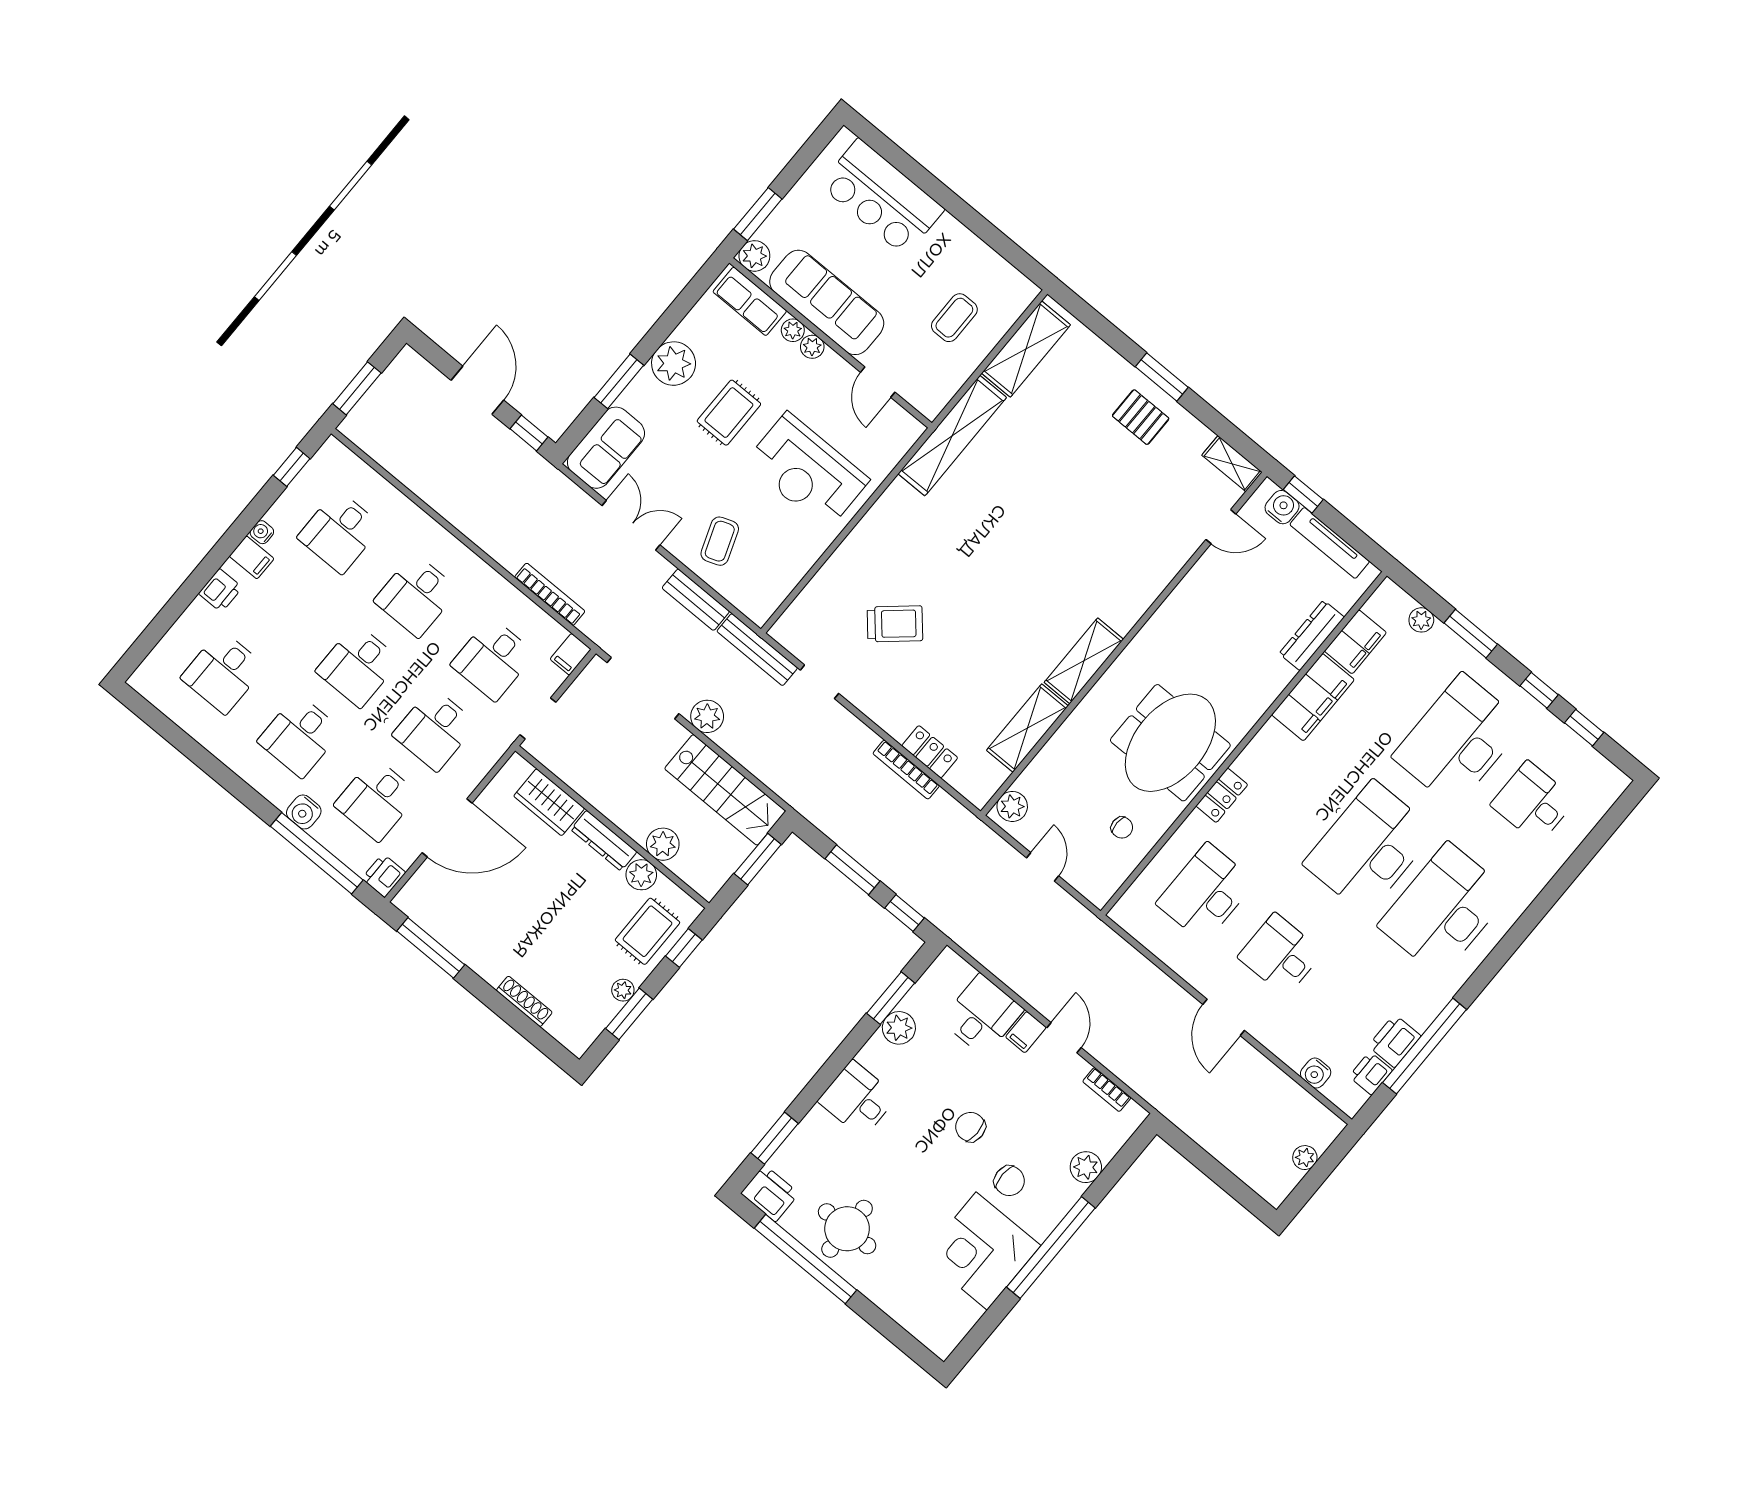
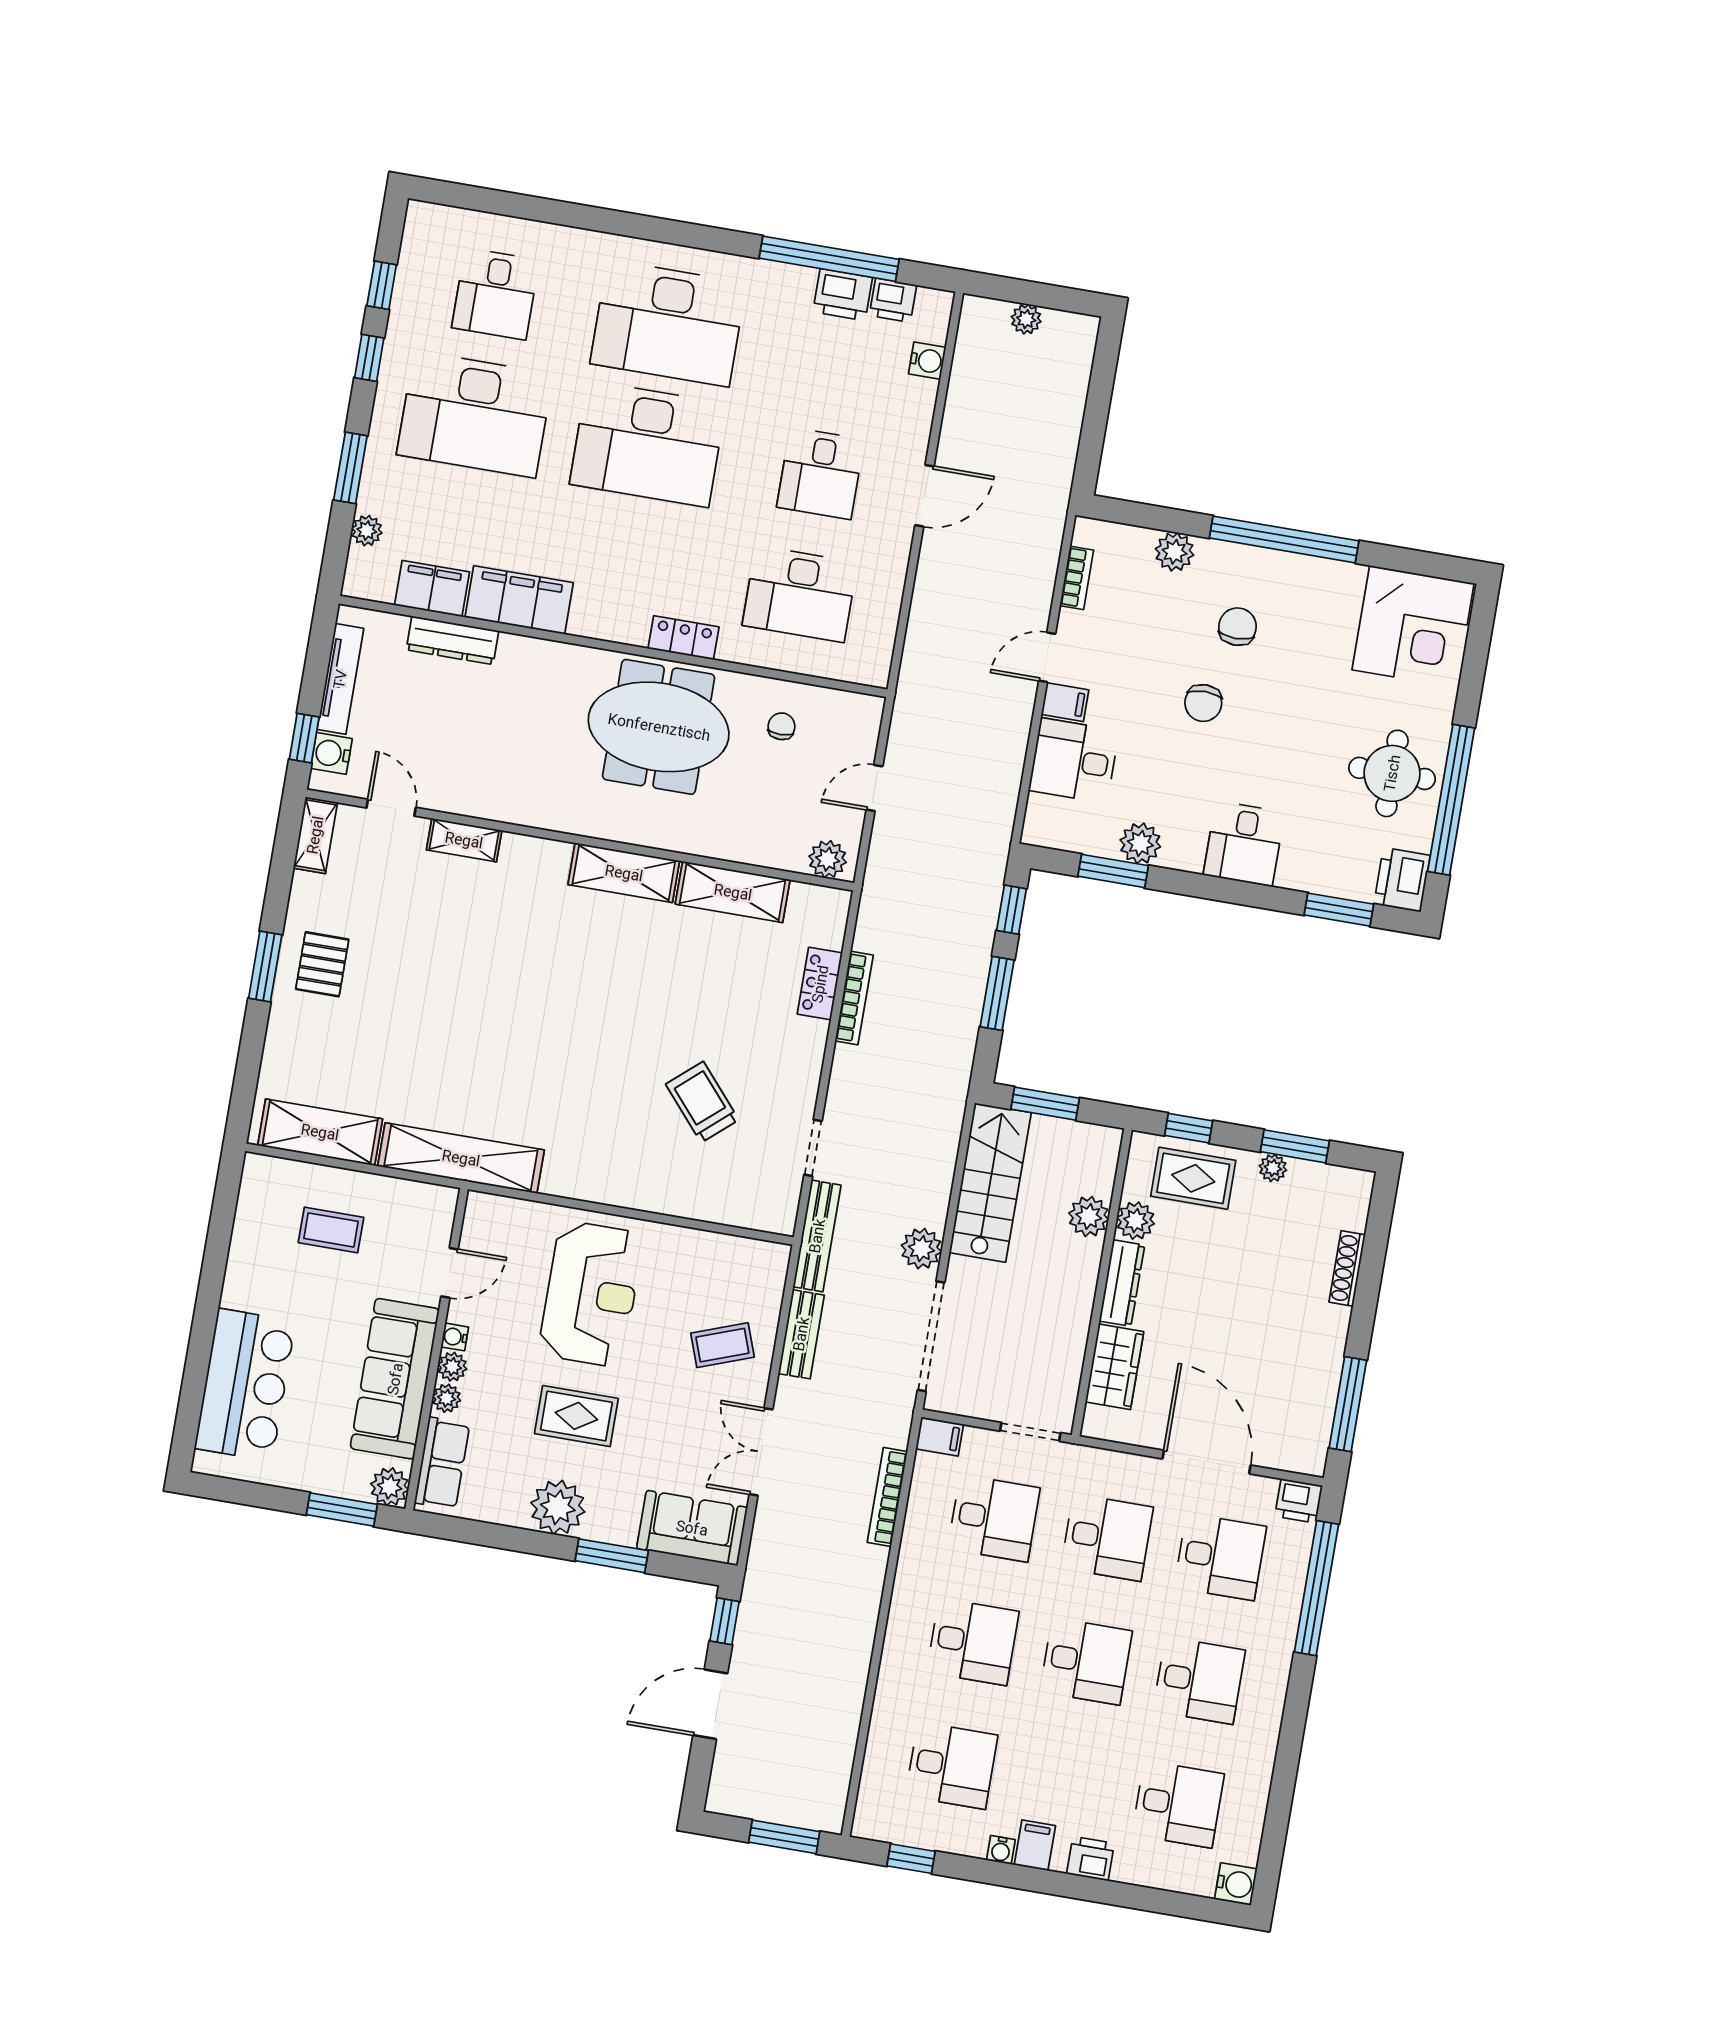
water cooler: (832, 360) -> (455, 1337), added
shelving: (1170, 564) -> (464, 840), added
water cooler: (304, 812) -> (1236, 1884), moved
corner desk: (982, 1251) -> (1413, 627), moved

